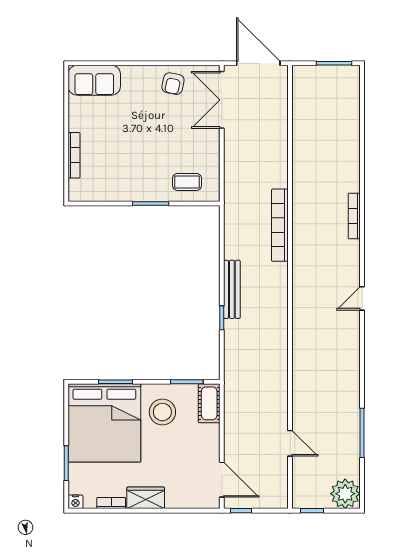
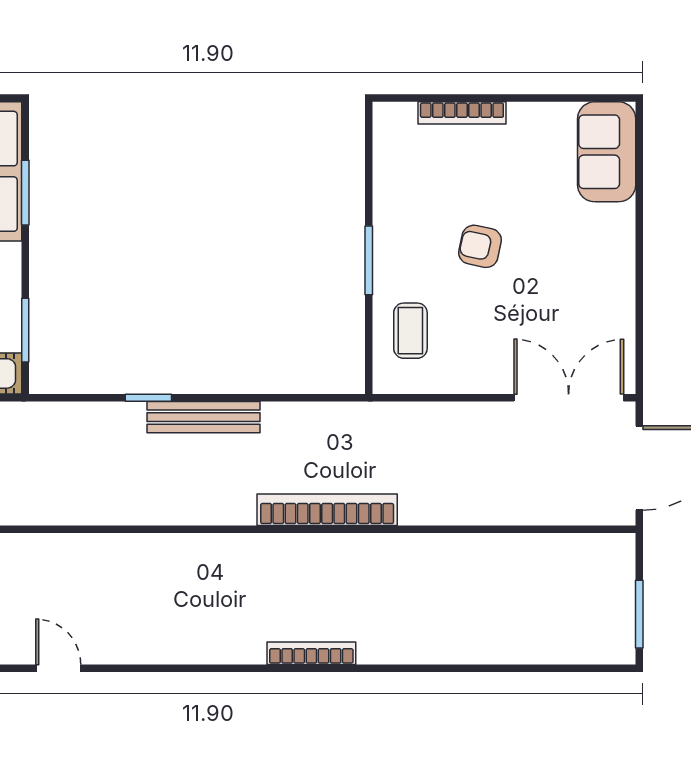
armchair: (173, 84) -> (480, 246), moved
bookcase: (354, 216) -> (311, 653), moved
door: (362, 298) -> (58, 668), moved

